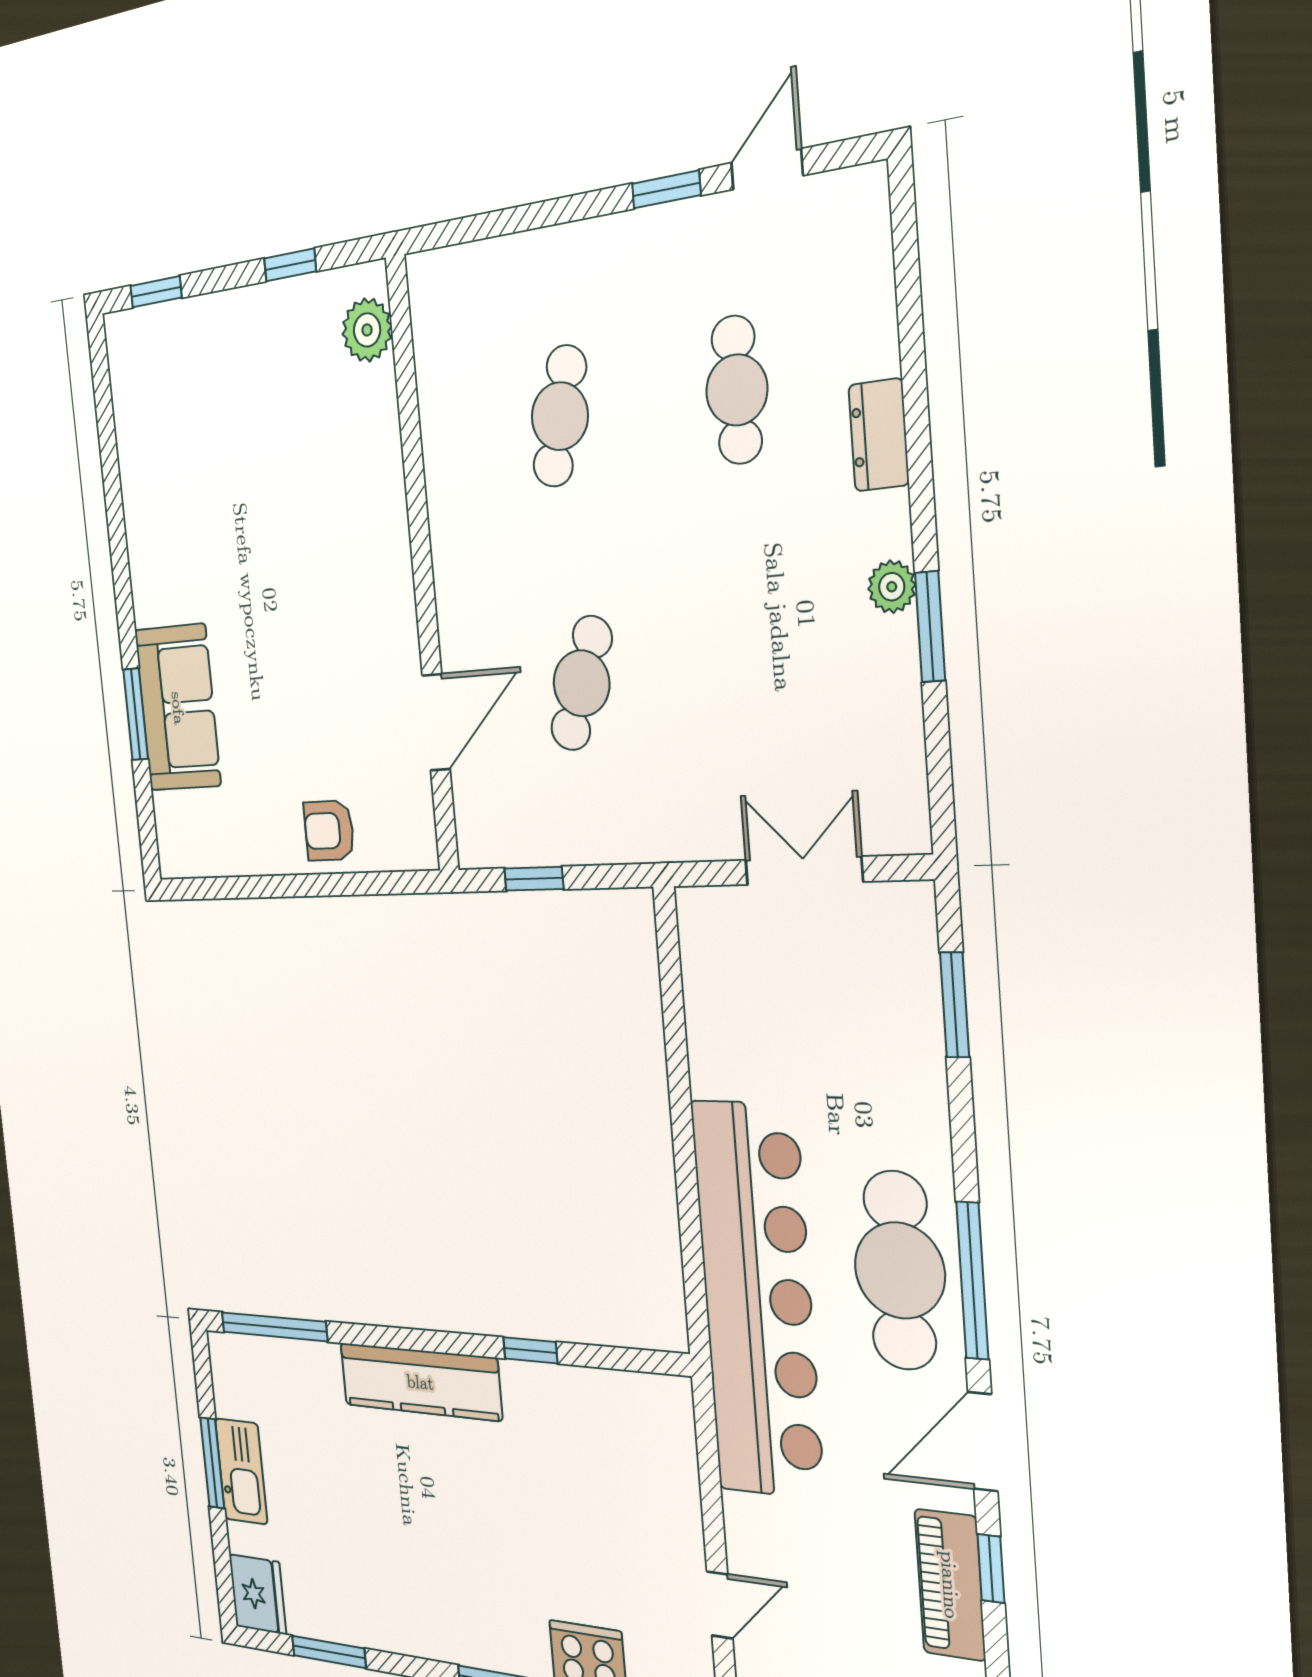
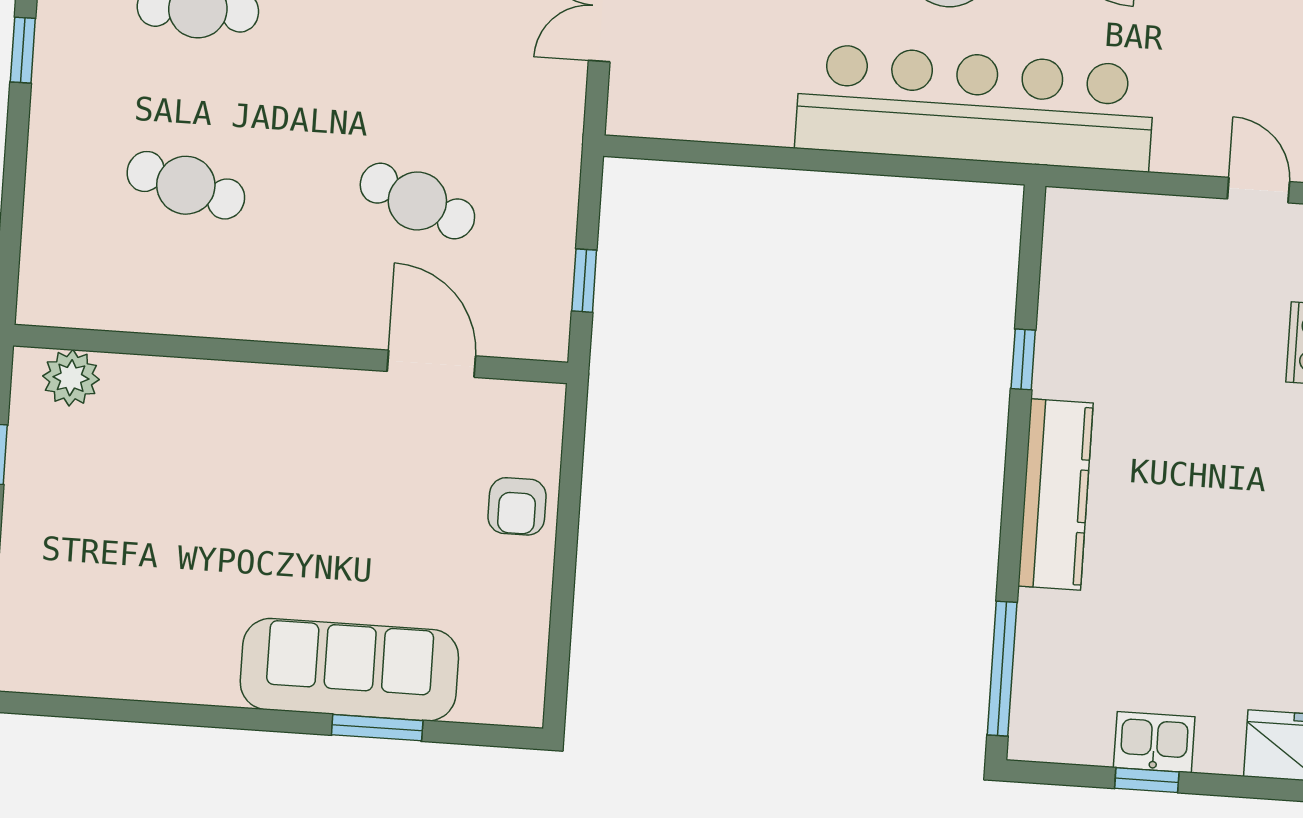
sofa: (178, 708) -> (349, 670), width x1.36
window: (212, 1463) -> (1147, 780), width x0.67
kitchen sink: (241, 1471) -> (1154, 742), width x0.73

